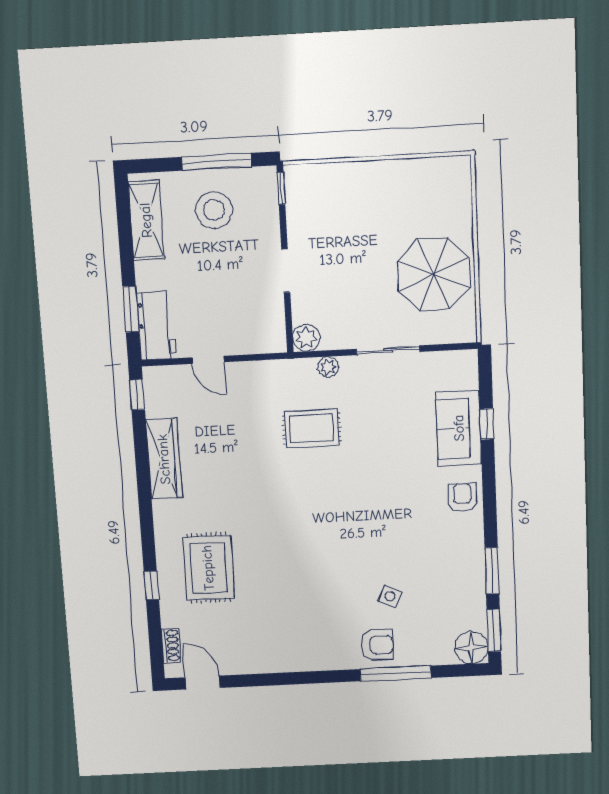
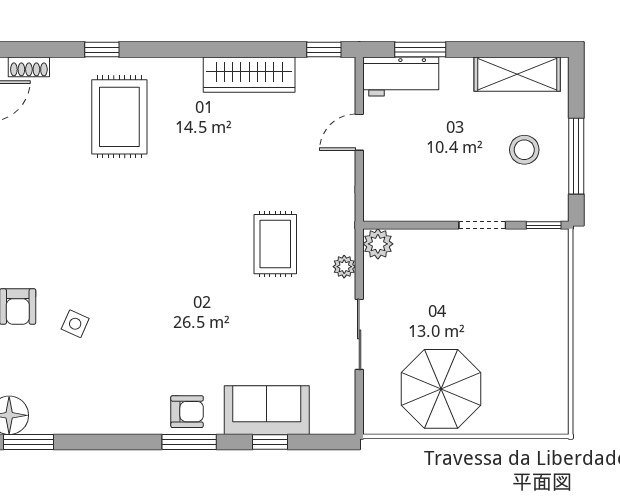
stool: (214, 210) -> (524, 150), width x0.73, depth x0.73
doorway: (286, 271) -> (482, 225), moved
rug: (208, 568) -> (119, 117), turned 90
window: (492, 571) -> (189, 442), moved

